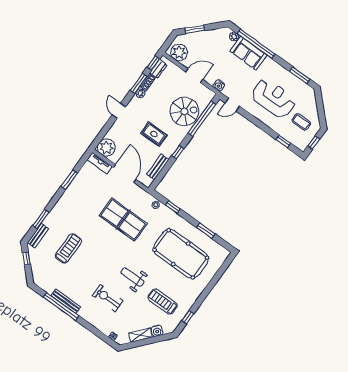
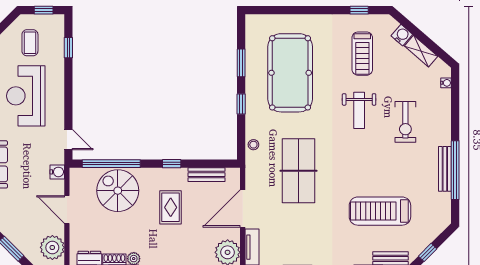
window: (173, 207) -> (241, 104), moved
treadmill: (68, 248) -> (380, 211), width x1.37, depth x1.38

